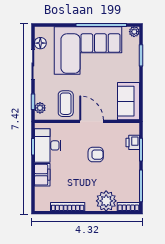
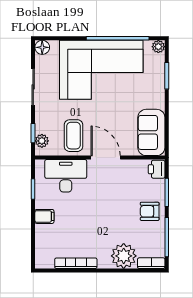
floor lamp: (40, 43) -> (42, 47), moved
printer: (133, 142) -> (157, 169), moved
desk: (48, 145) -> (66, 176), moved, turned 90
armchair: (96, 155) -> (150, 211), moved, turned 180
filing cabinet: (42, 175) -> (44, 216), width x0.50

